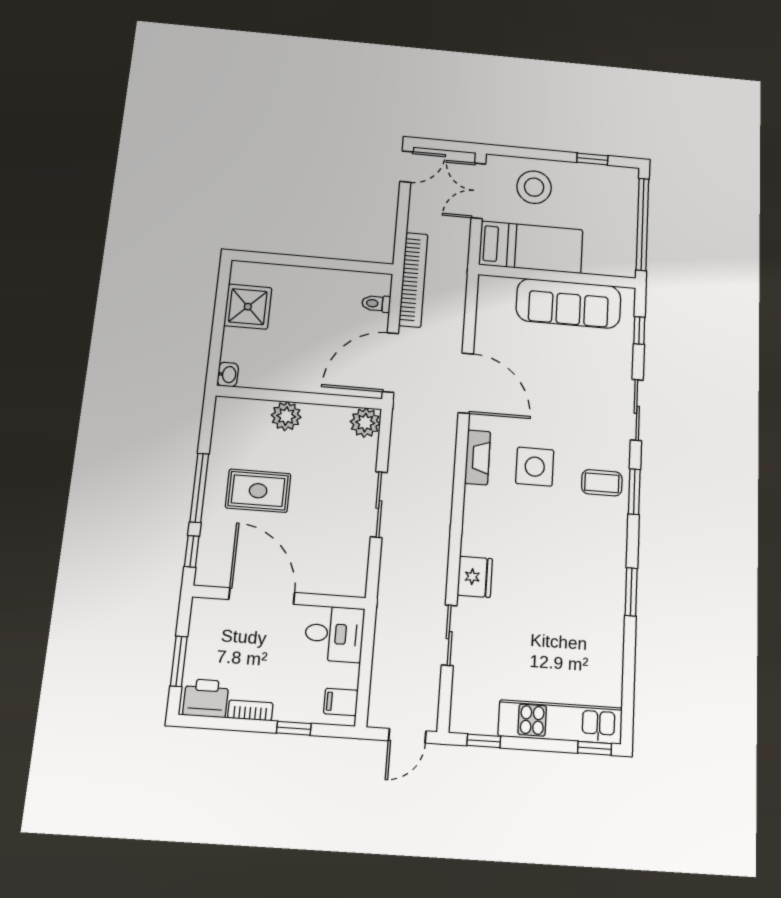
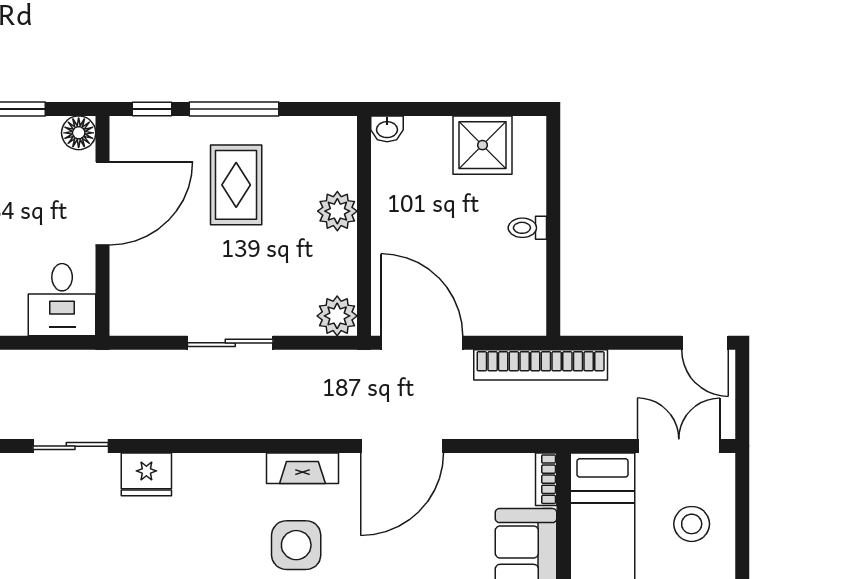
stool: (534, 187) -> (692, 524), width x0.73, depth x0.73
bookcase: (496, 283) -> (546, 479), added
toilet: (376, 304) -> (527, 228), moved, turned -90
floor lamp: (204, 611) -> (79, 133), added

